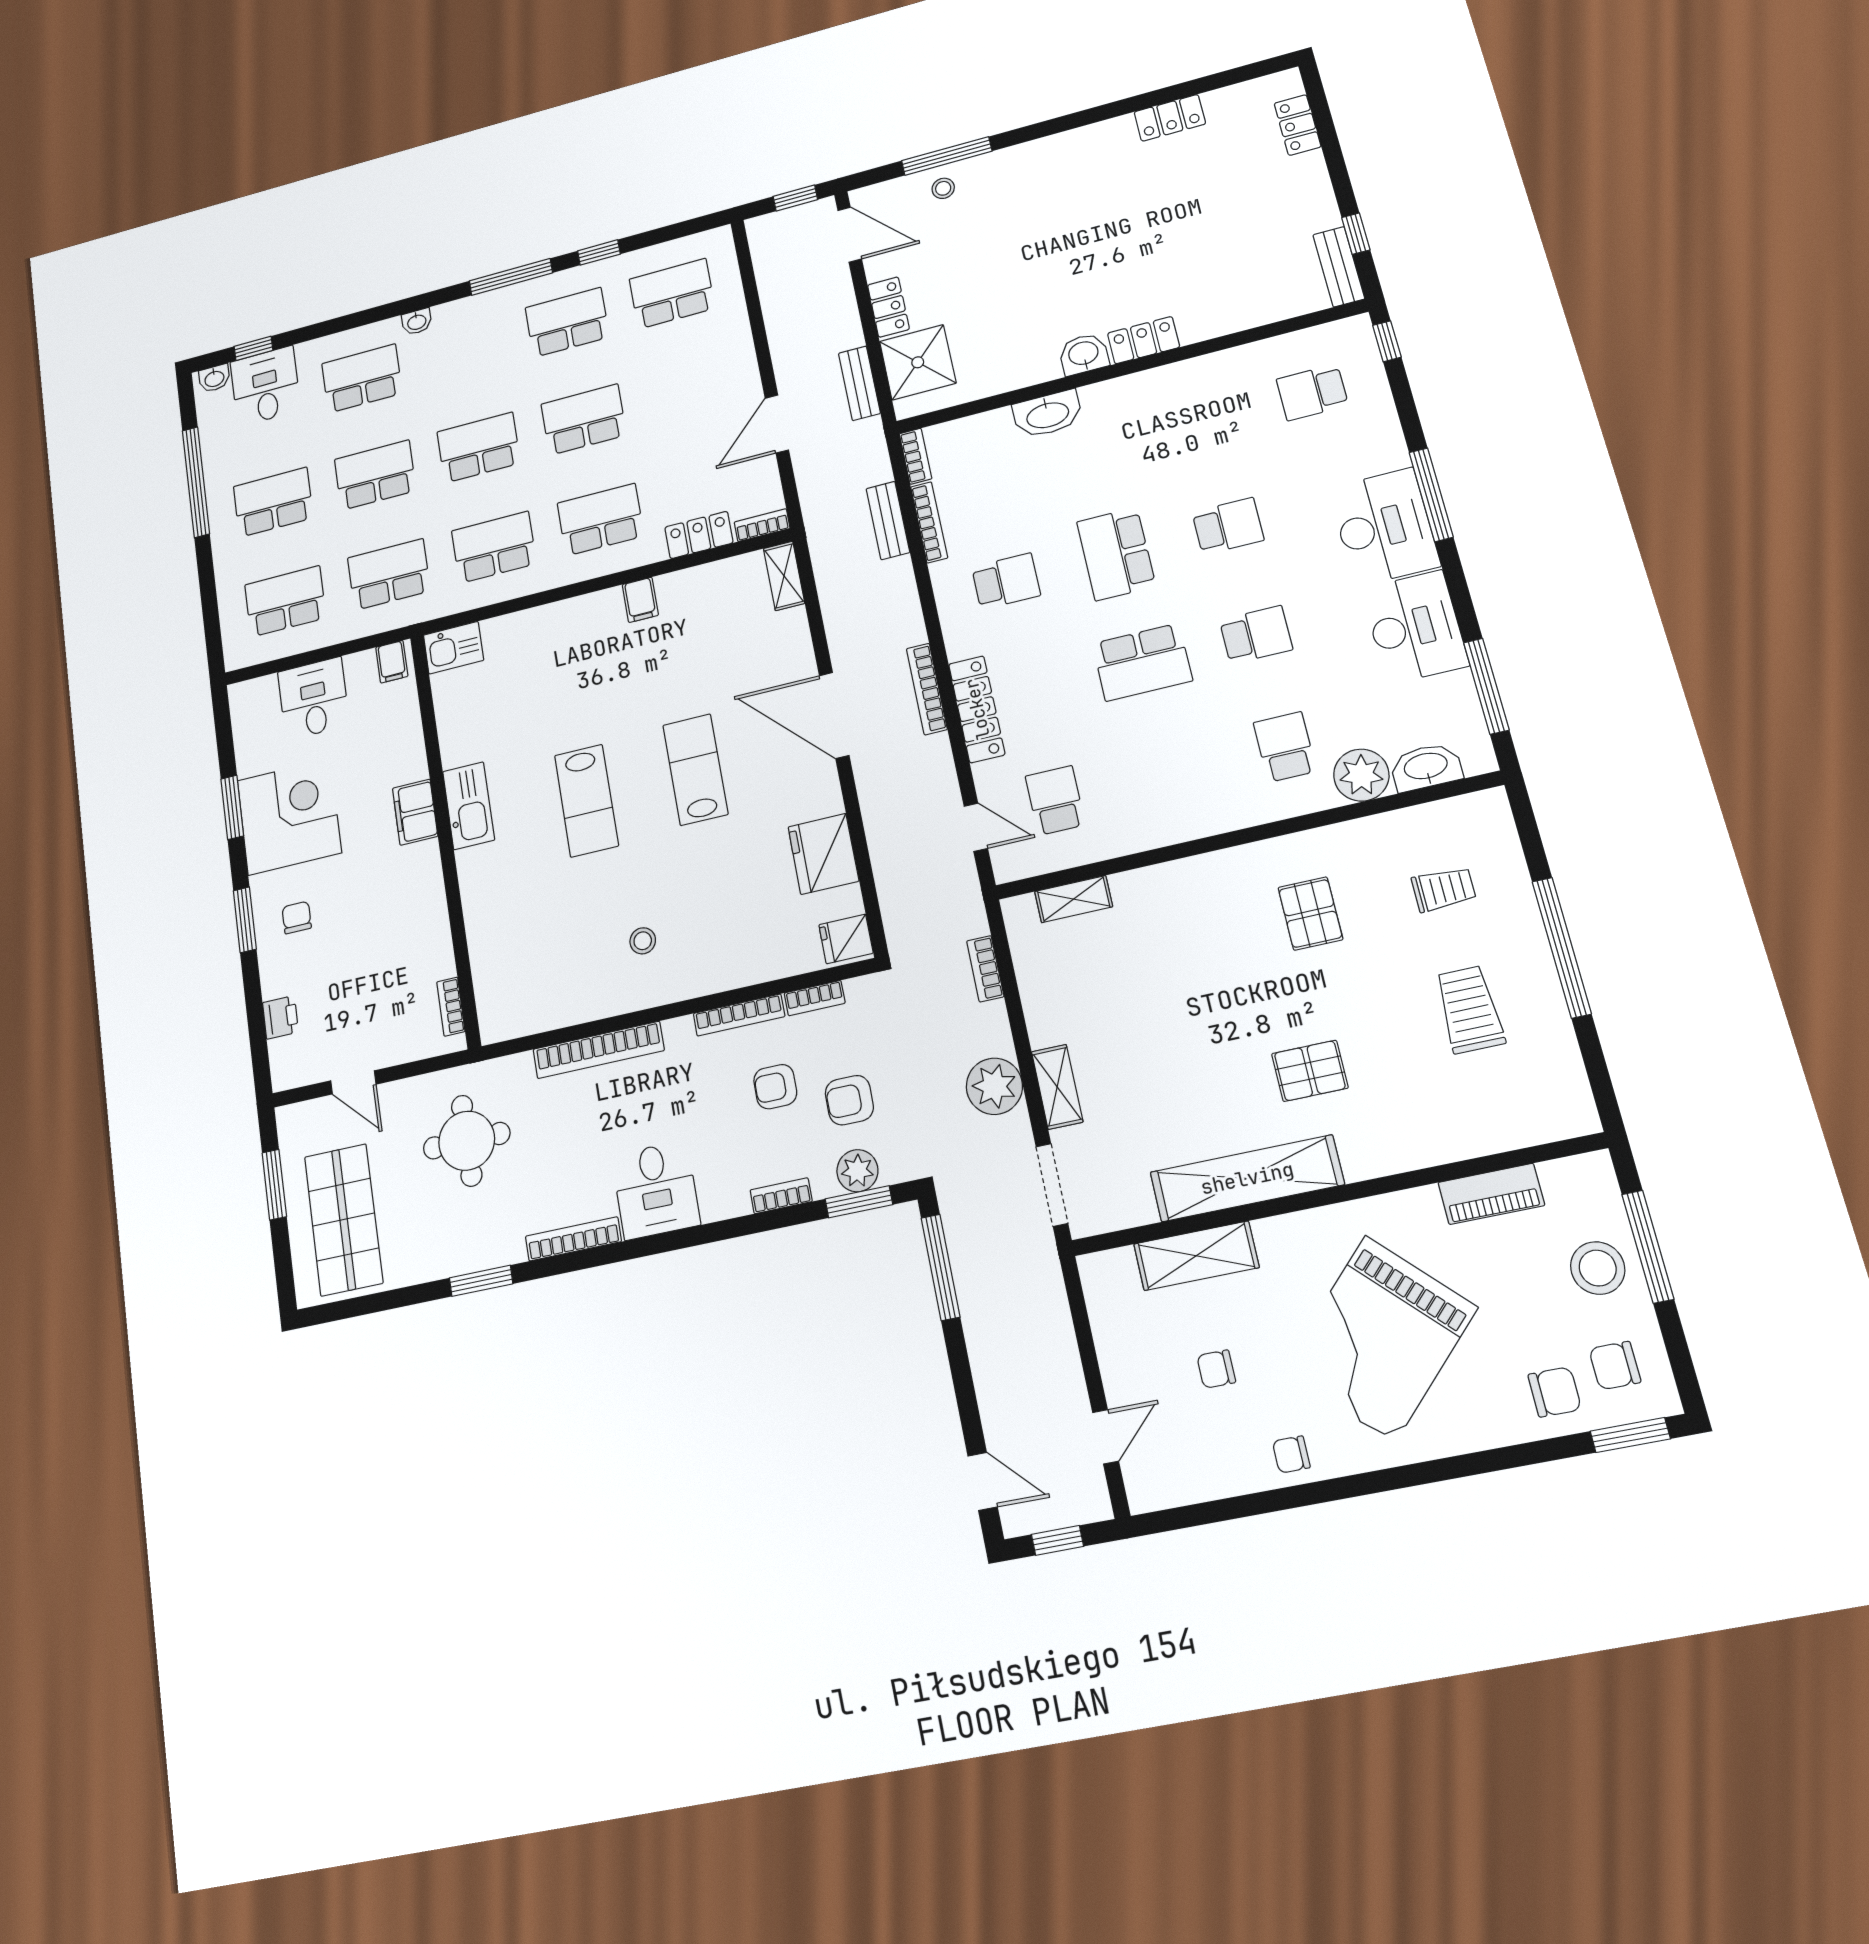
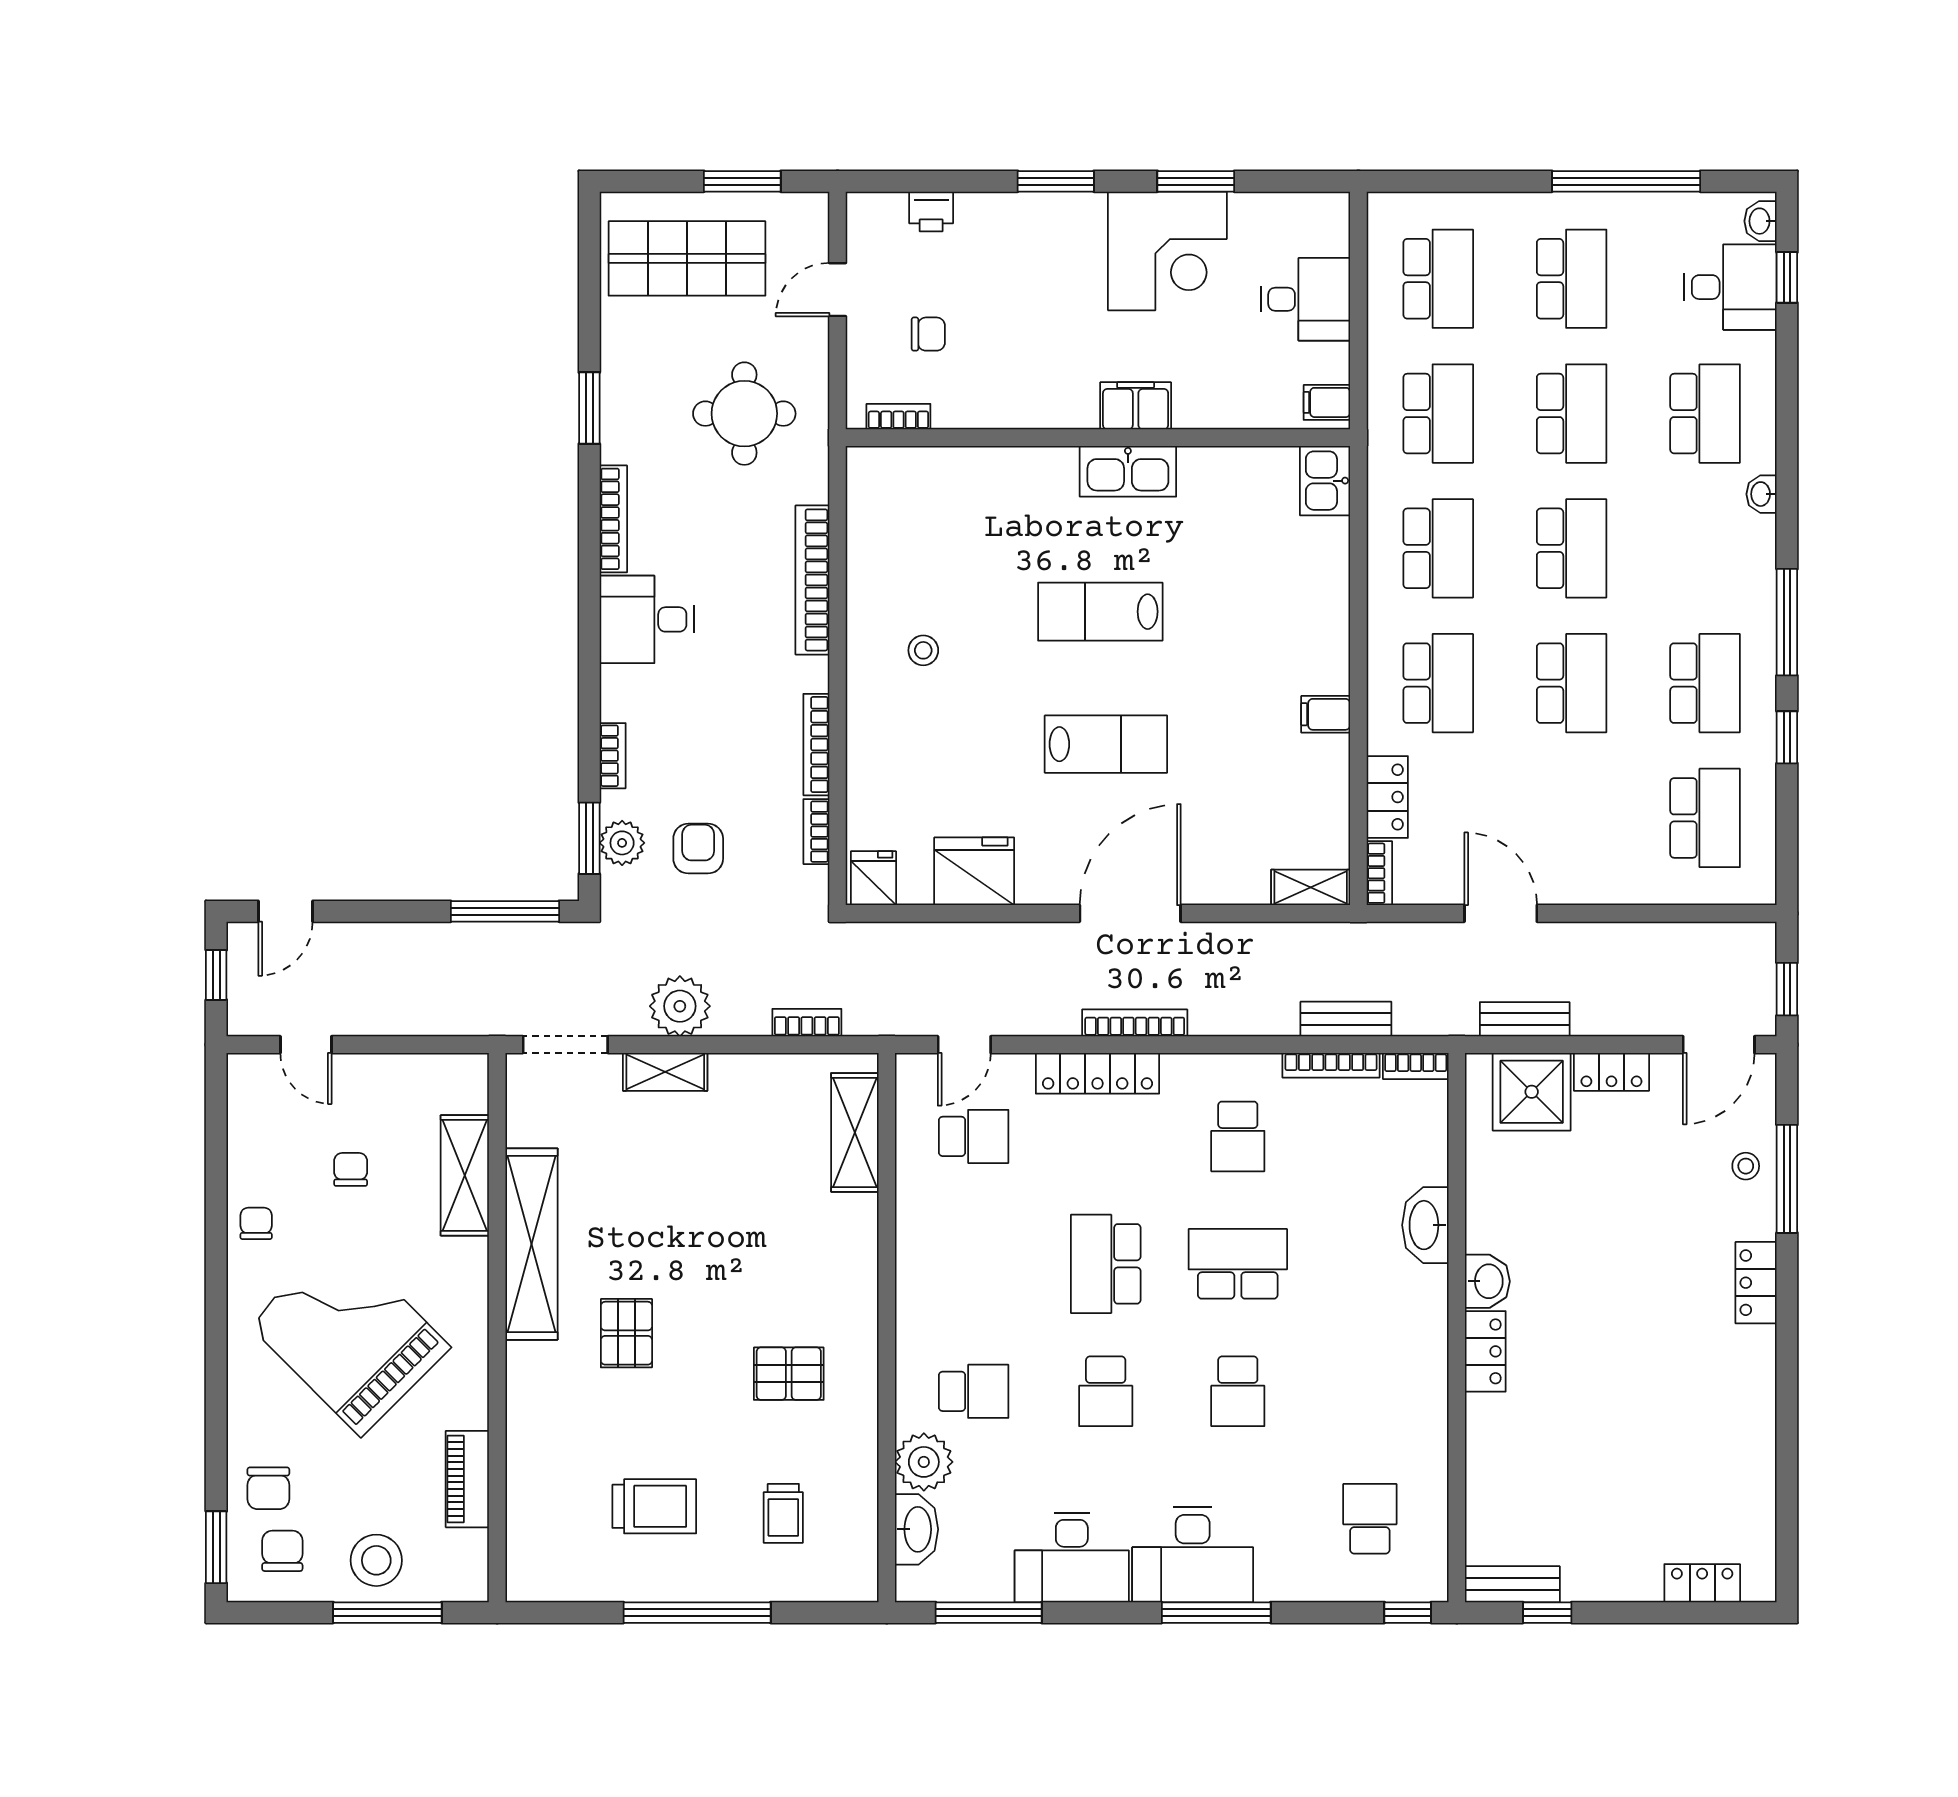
locker: (1170, 118) -> (1756, 1283), moved
shelving: (1074, 899) -> (855, 1132), width x1.50, depth x1.33
chair: (297, 917) -> (928, 334), moved
armchair: (775, 1087) -> (730, 771), removed

